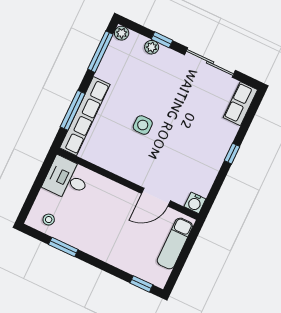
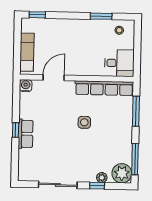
plant: (122, 33) -> (122, 173), width x1.88, depth x1.88
row of seats: (240, 104) -> (26, 134), moved
row of seats: (85, 116) -> (104, 88), moved, turned -90

